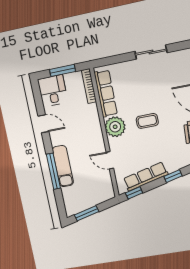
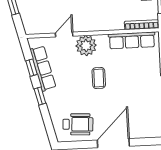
plant: (115, 127) -> (86, 46), moved
window: (134, 193) -> (32, 68), moved

